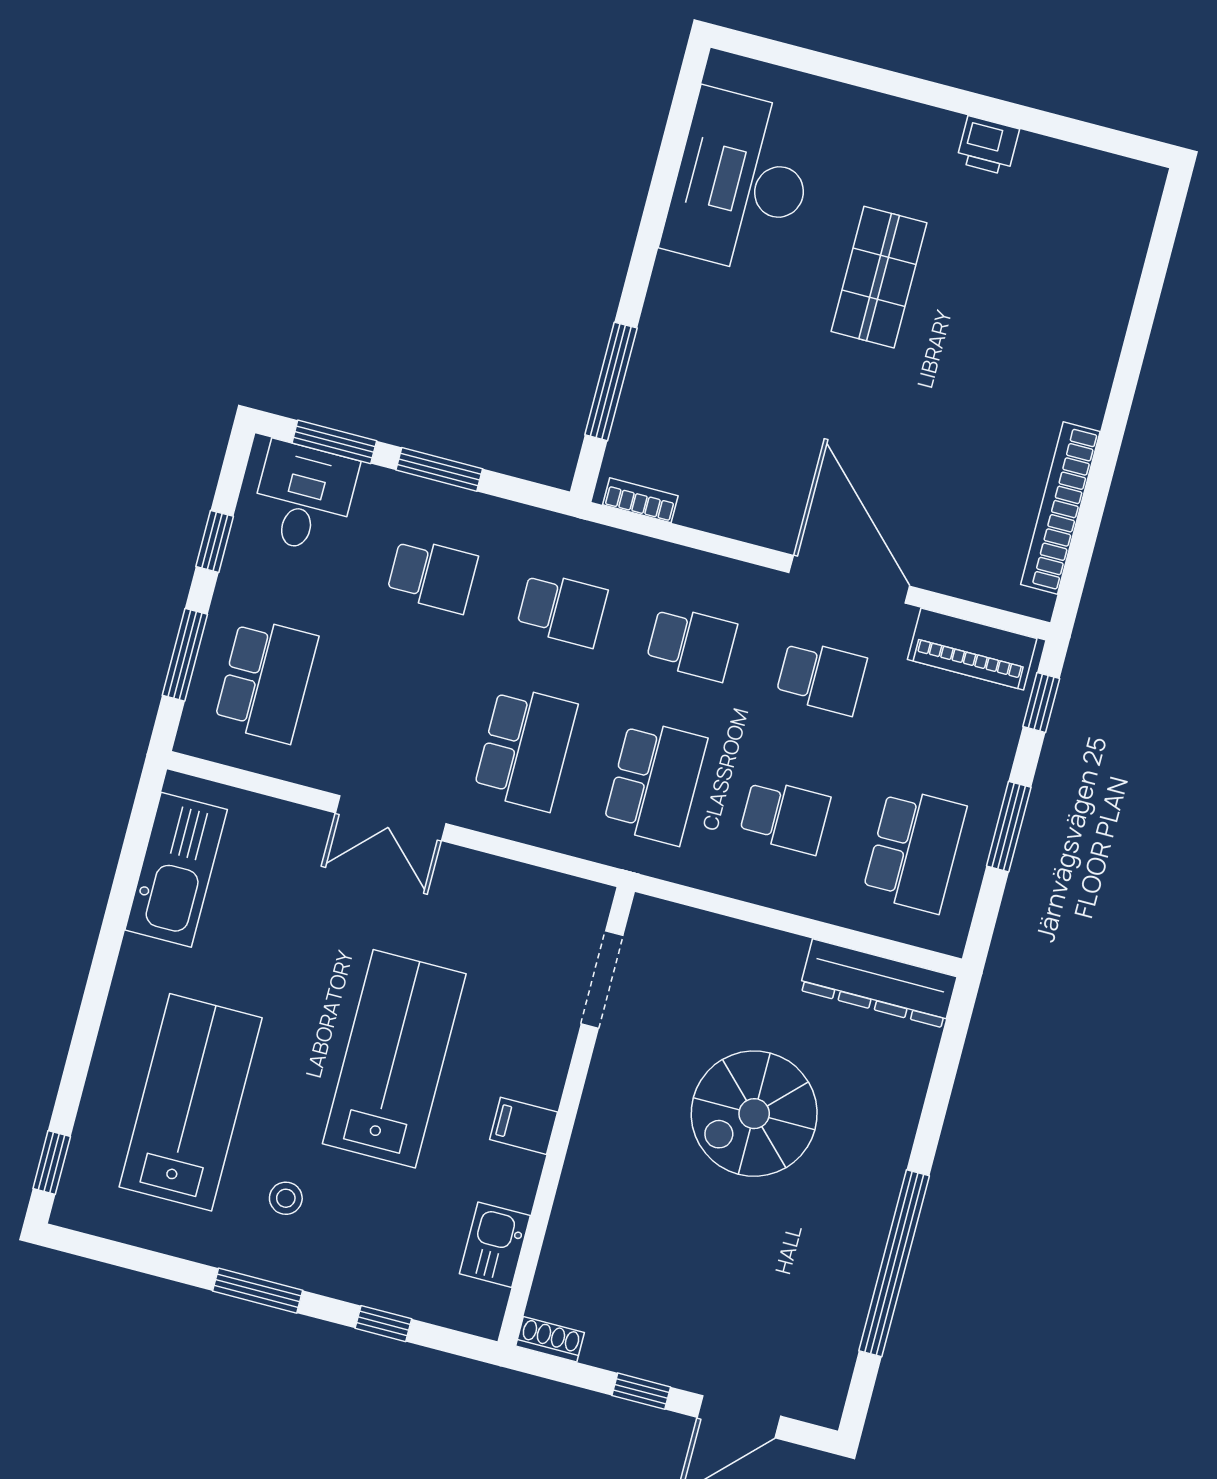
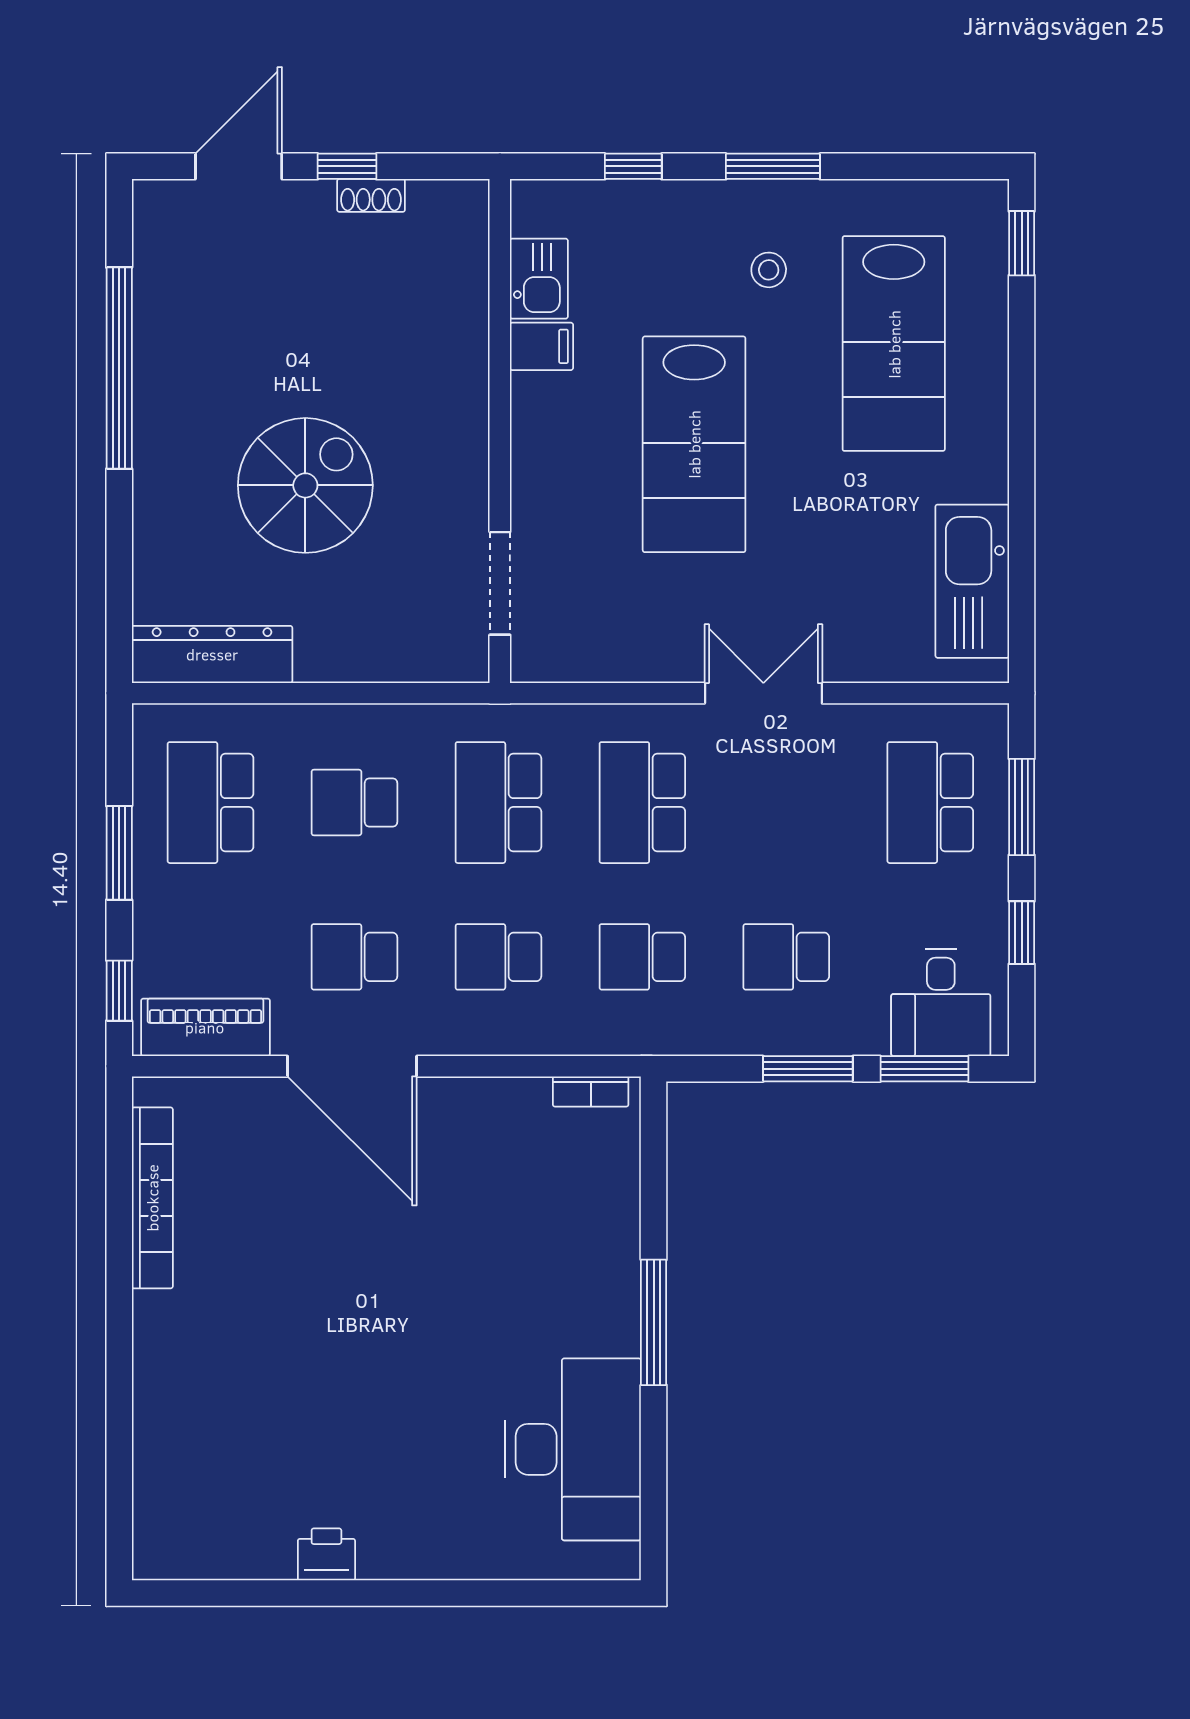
shop shelf: (879, 277) -> (404, 1388), removed
window: (611, 381) -> (654, 1322), moved
filing cabinet: (524, 1126) -> (541, 346), moved
shoe rack: (550, 1339) -> (371, 195), moved

